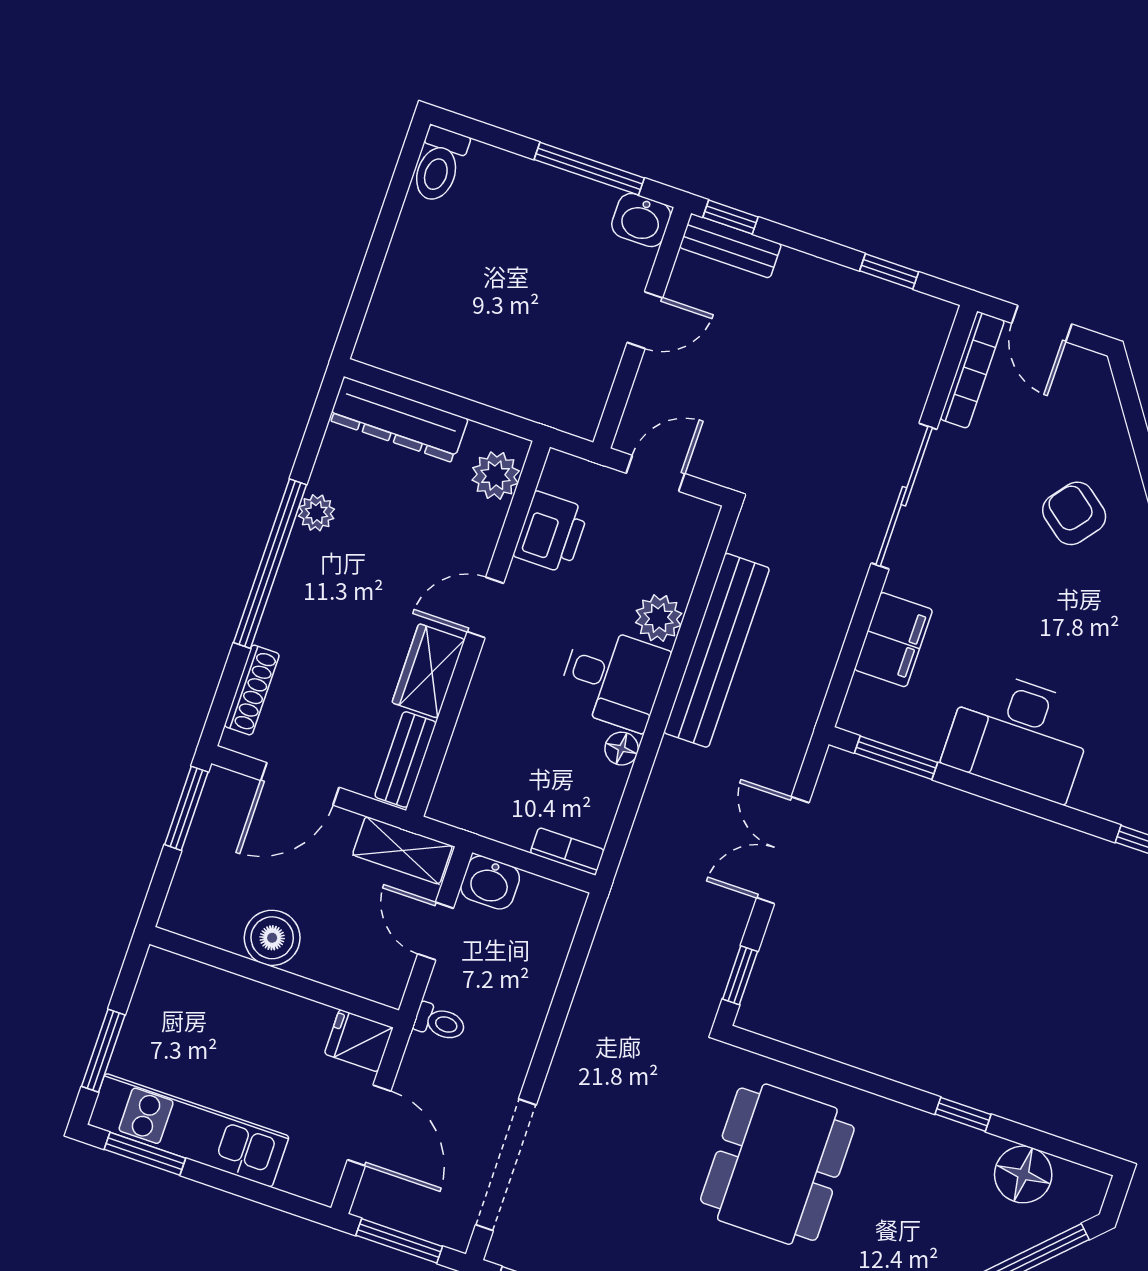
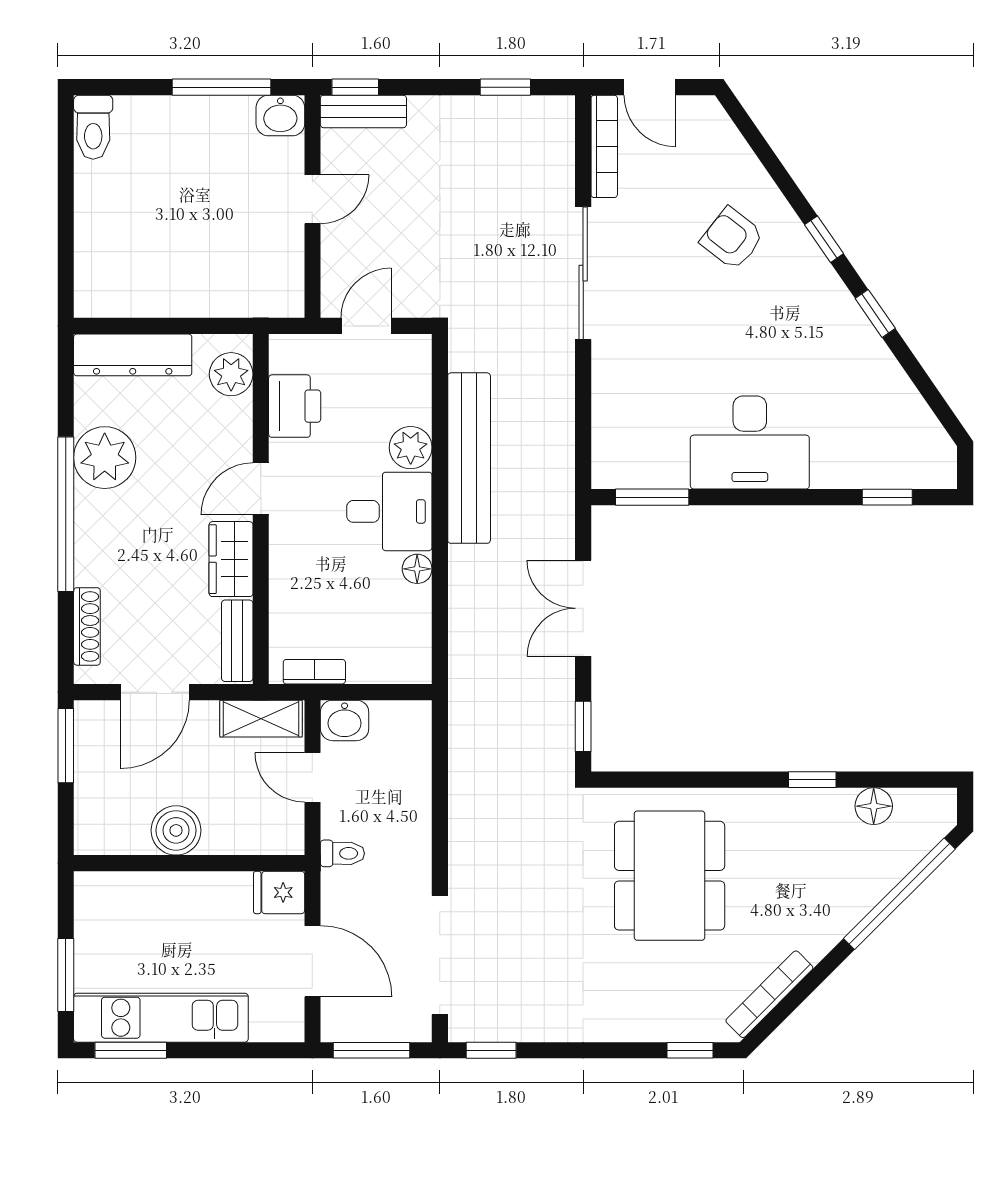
plant: (316, 513) -> (105, 458), width x1.88, depth x1.88
filing cabinet: (893, 640) -> (616, 398), removed
bookcase: (567, 851) -> (314, 672), moved
floor lamp: (1023, 1174) -> (874, 806), width x0.73, depth x0.73

